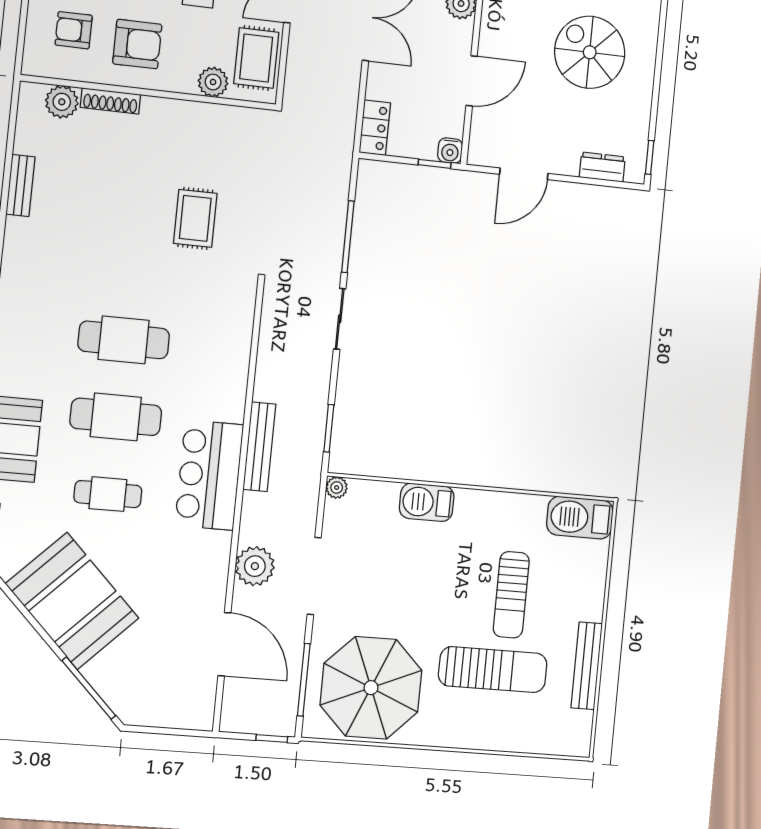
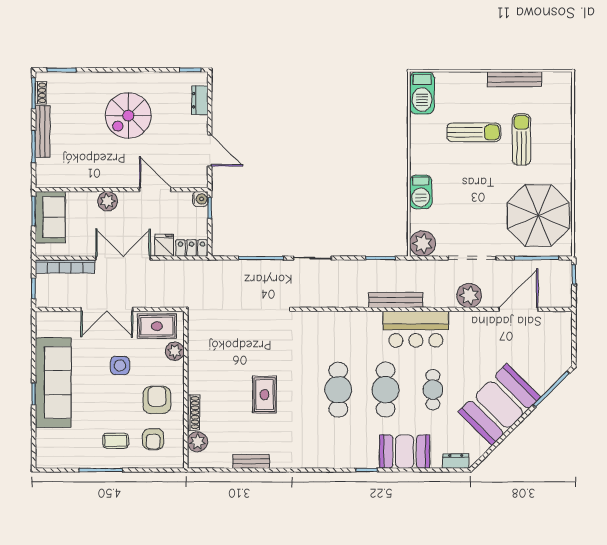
fridge: (383, 85) -> (164, 245), added
rug: (195, 218) -> (264, 395), moved, turned 90
plant: (337, 488) -> (423, 243), width x1.87, depth x1.87
sun lounger: (493, 670) -> (521, 139), width x0.73, depth x0.75

